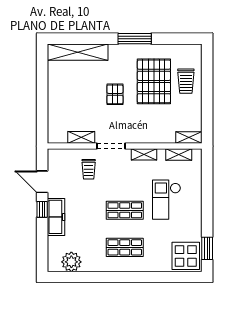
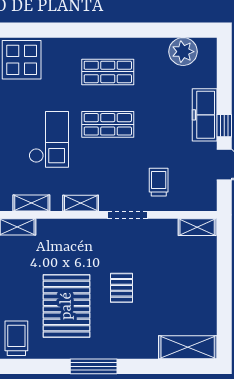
shelving: (78, 52) -> (188, 347), width x0.68
trolley: (186, 81) -> (16, 338), moved
shelving: (81, 137) -> (197, 227), moved

